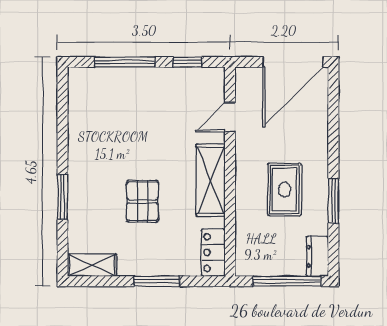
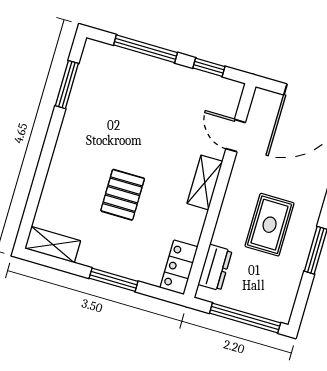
door: (230, 117) -> (236, 136), hinge flipped
shelving: (211, 180) -> (205, 182), width x0.67, depth x0.75
window: (62, 197) -> (67, 85), moved
dresser: (317, 256) -> (215, 268), moved, turned 180

